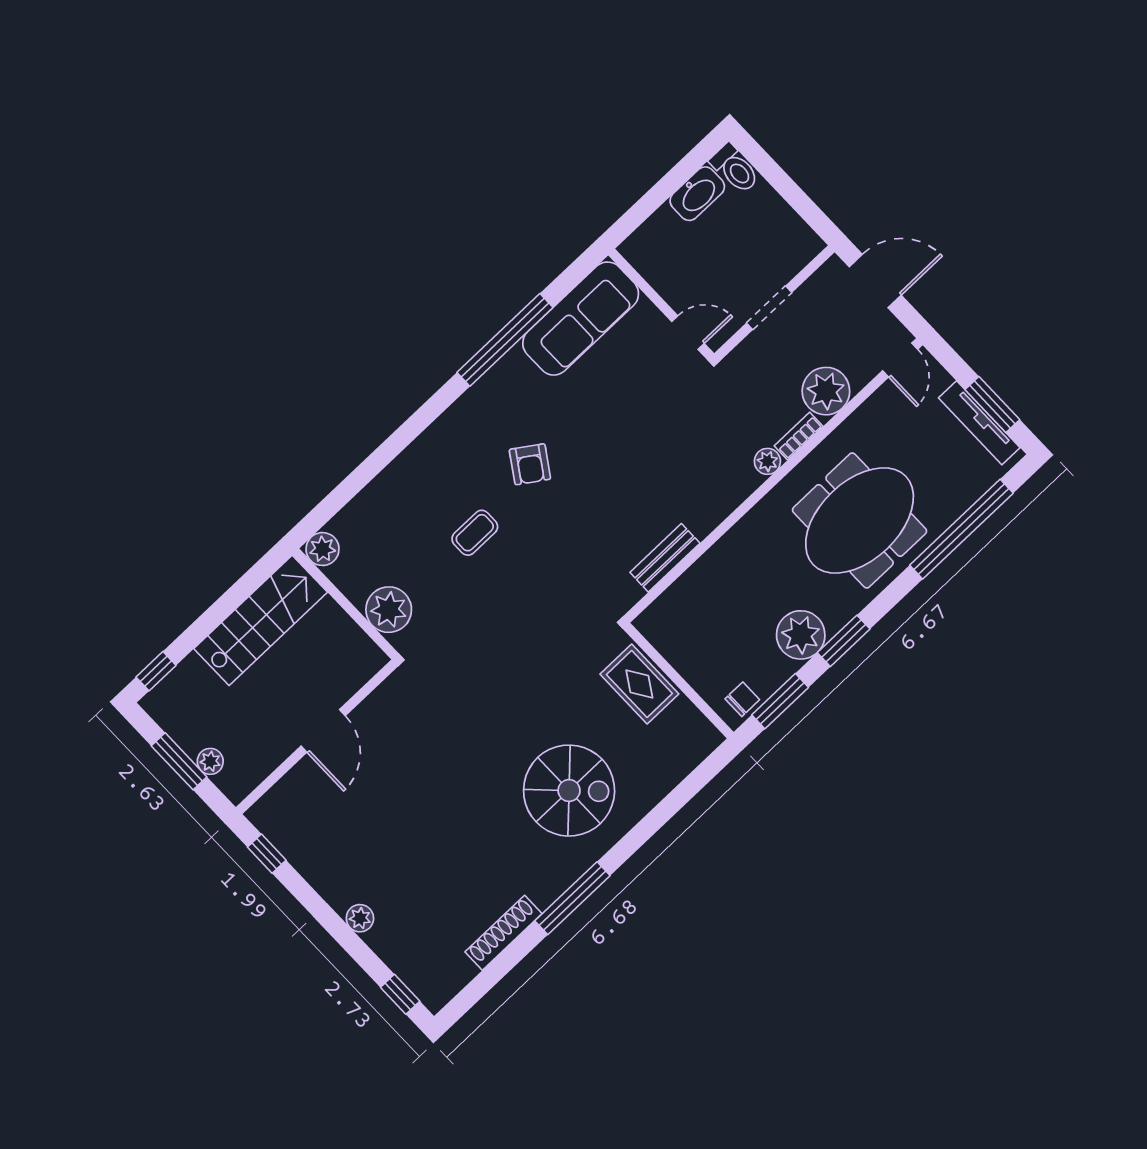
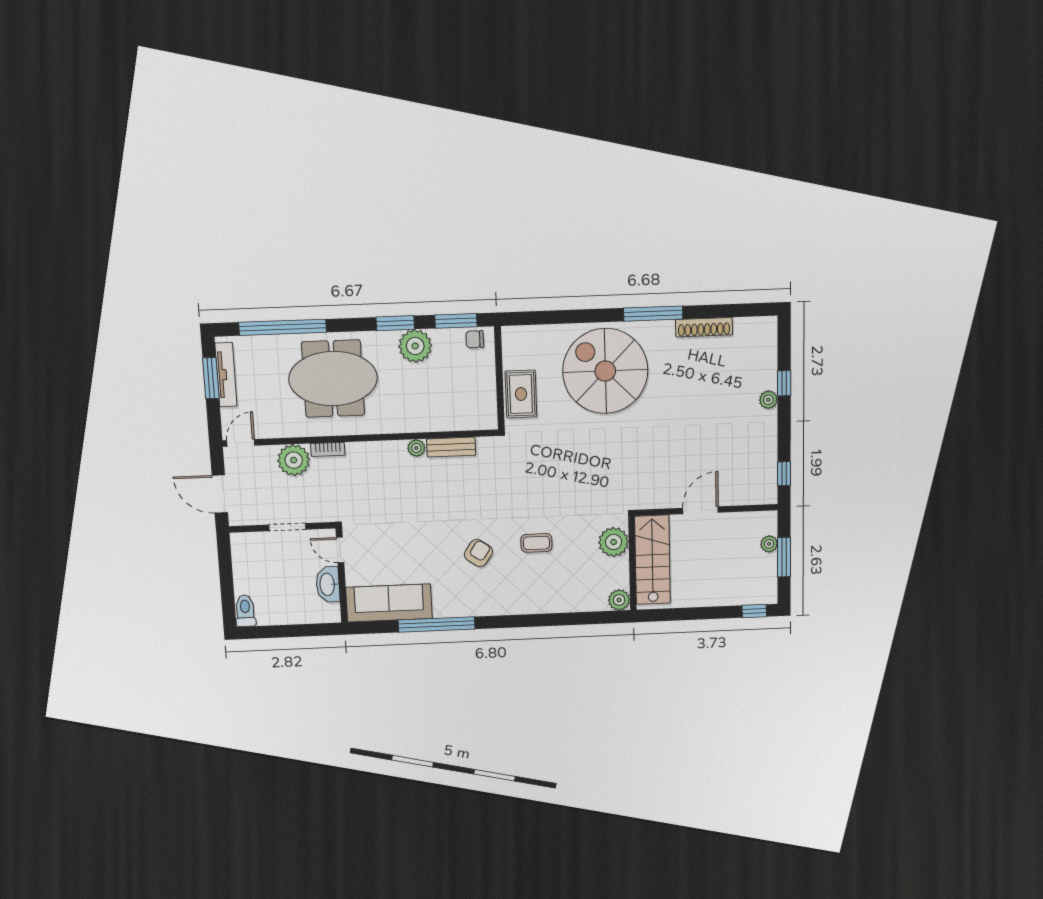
washbasin: (697, 194) -> (328, 584), moved, turned -90
plant: (767, 461) -> (416, 448), moved
stairs: (261, 620) -> (653, 560), moved, turned 90
spiral stairs: (569, 791) -> (605, 371), width x1.37, depth x1.37
window: (400, 994) -> (784, 383), moved

